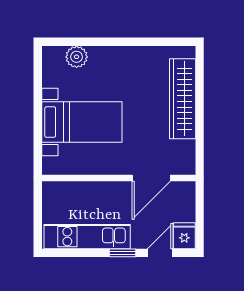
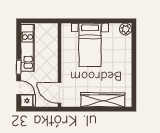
plant: (77, 57) -> (126, 29), moved
door: (151, 178) -> (59, 93), moved

